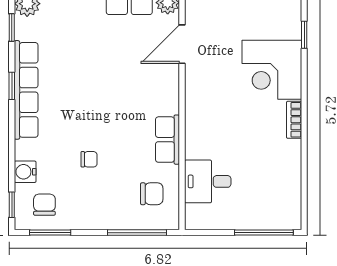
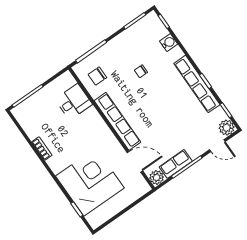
door: (182, 44) -> (135, 162), hinge flipped
corner desk: (272, 70) -> (90, 182), width x1.36, depth x1.36
bookcase: (294, 120) -> (42, 149), moved
row of seats: (167, 140) -> (117, 121), width x2.02
chair: (44, 205) -> (147, 33), removed

